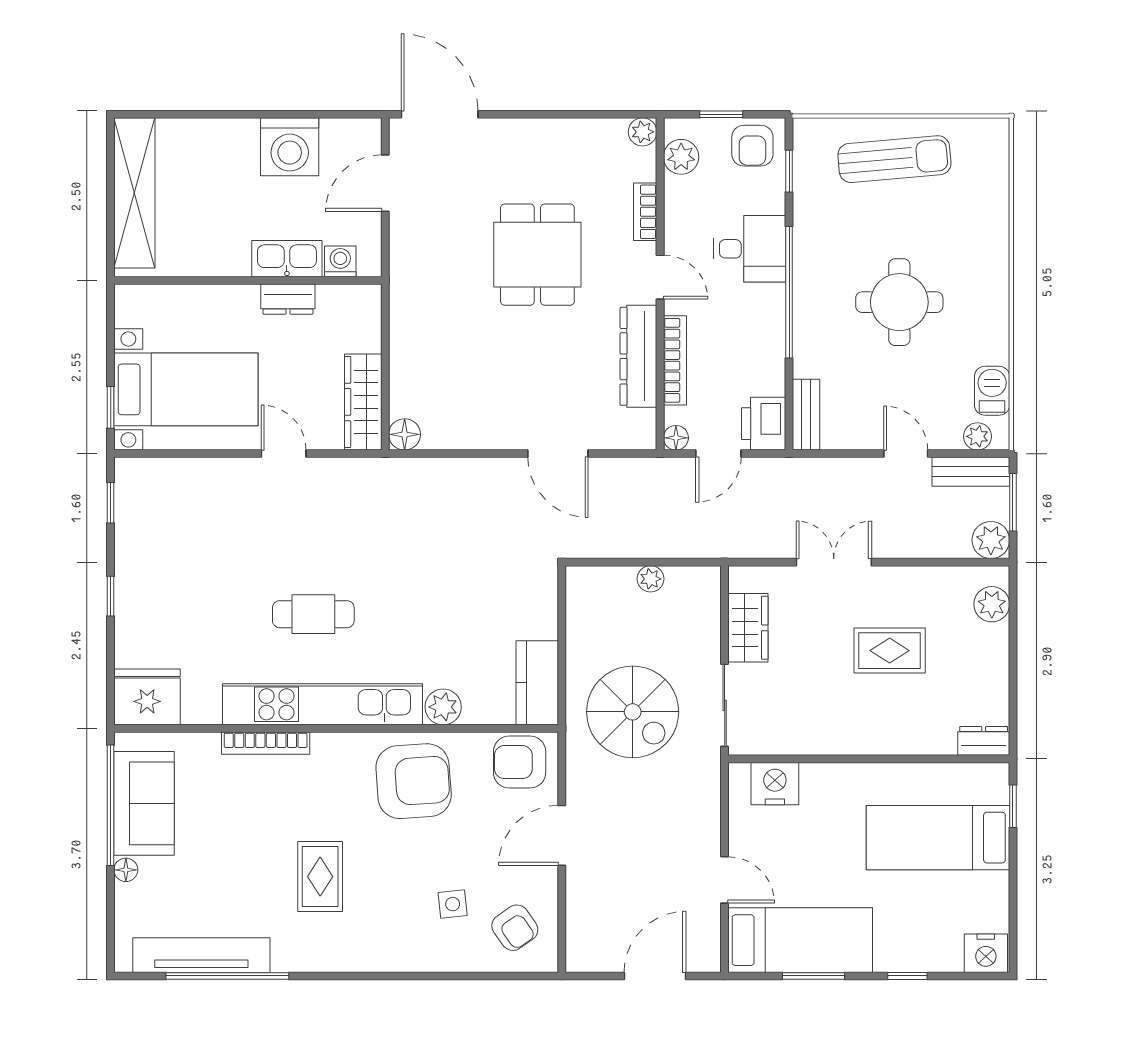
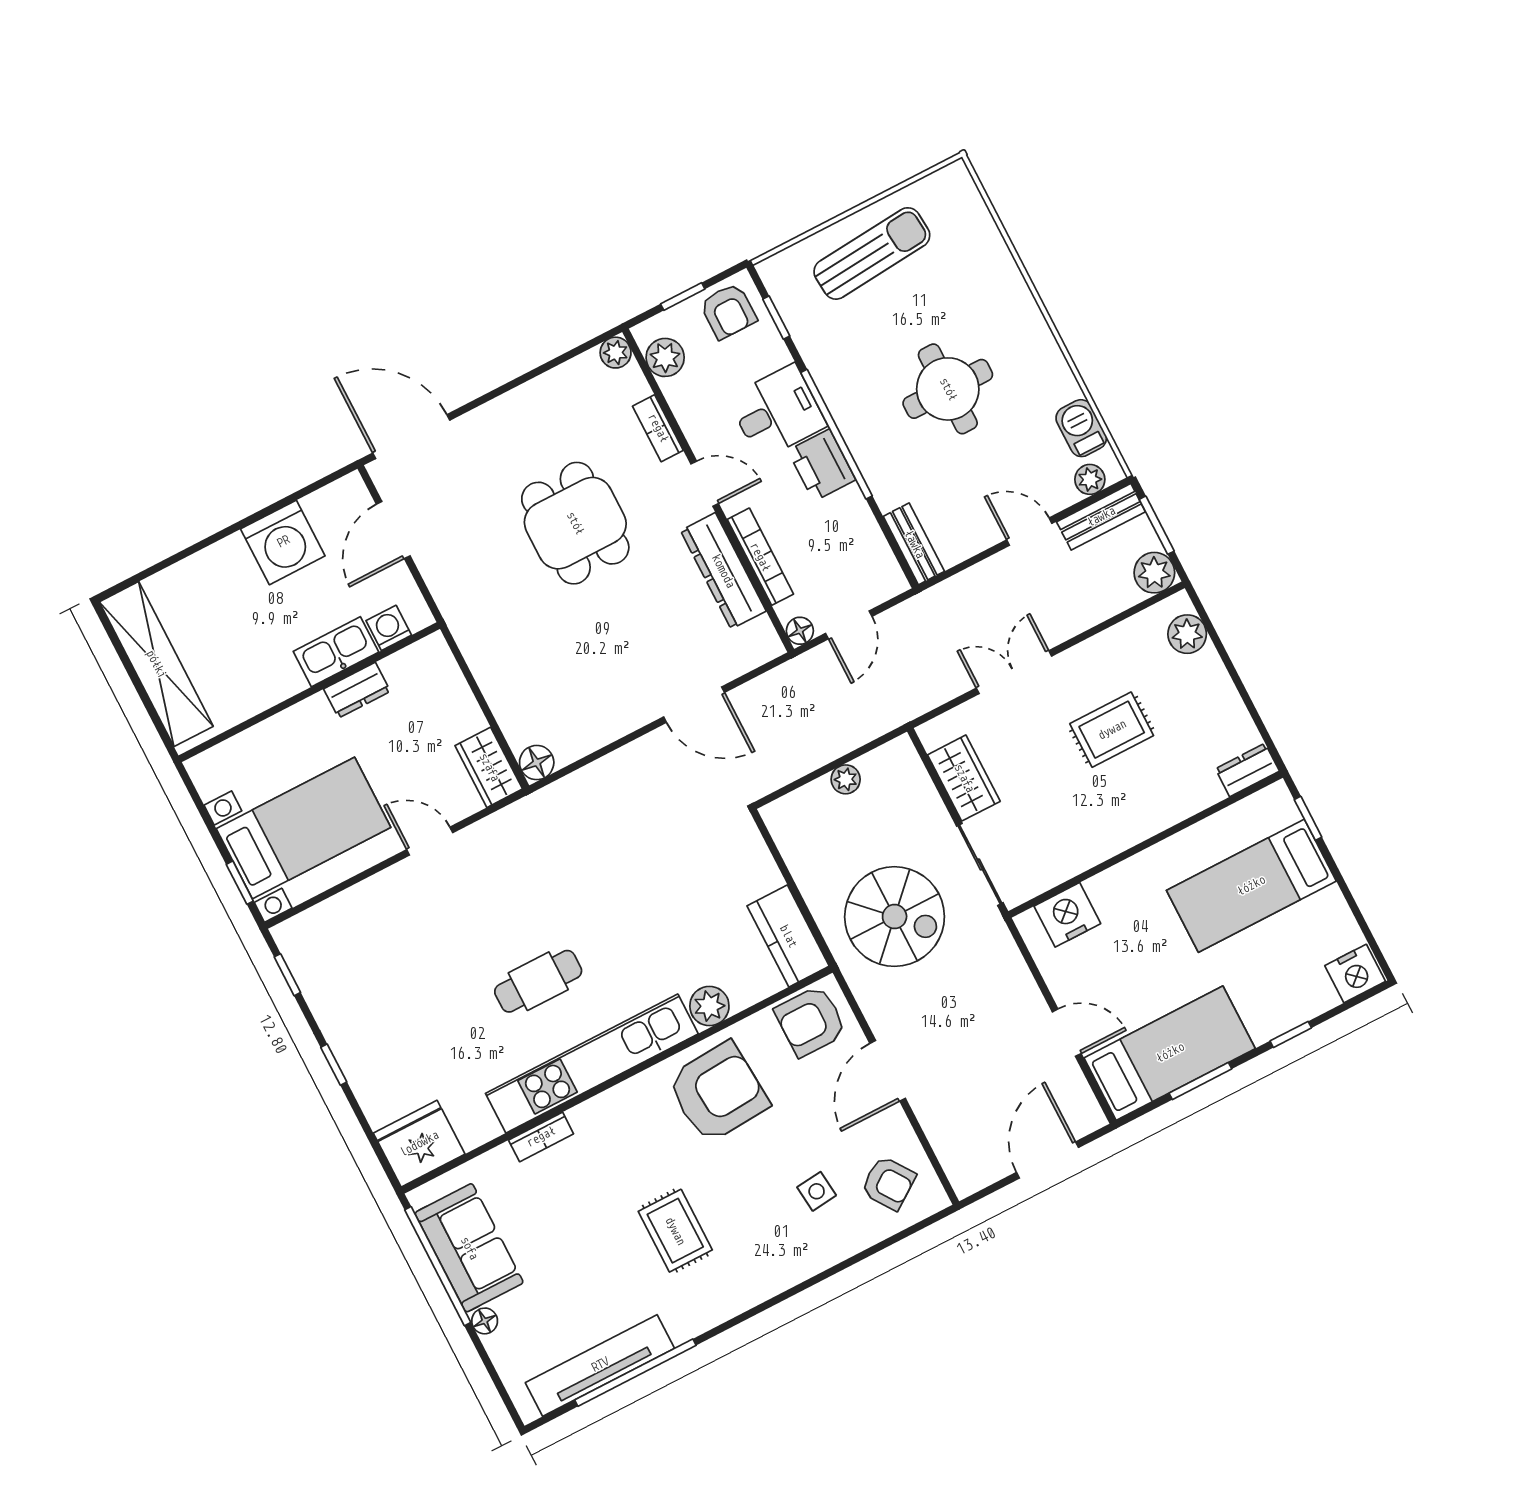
wardrobe: (363, 402) -> (489, 767), width x0.67
printer: (764, 424) -> (822, 465), moved
bookcase: (266, 743) -> (541, 1137), width x0.64

